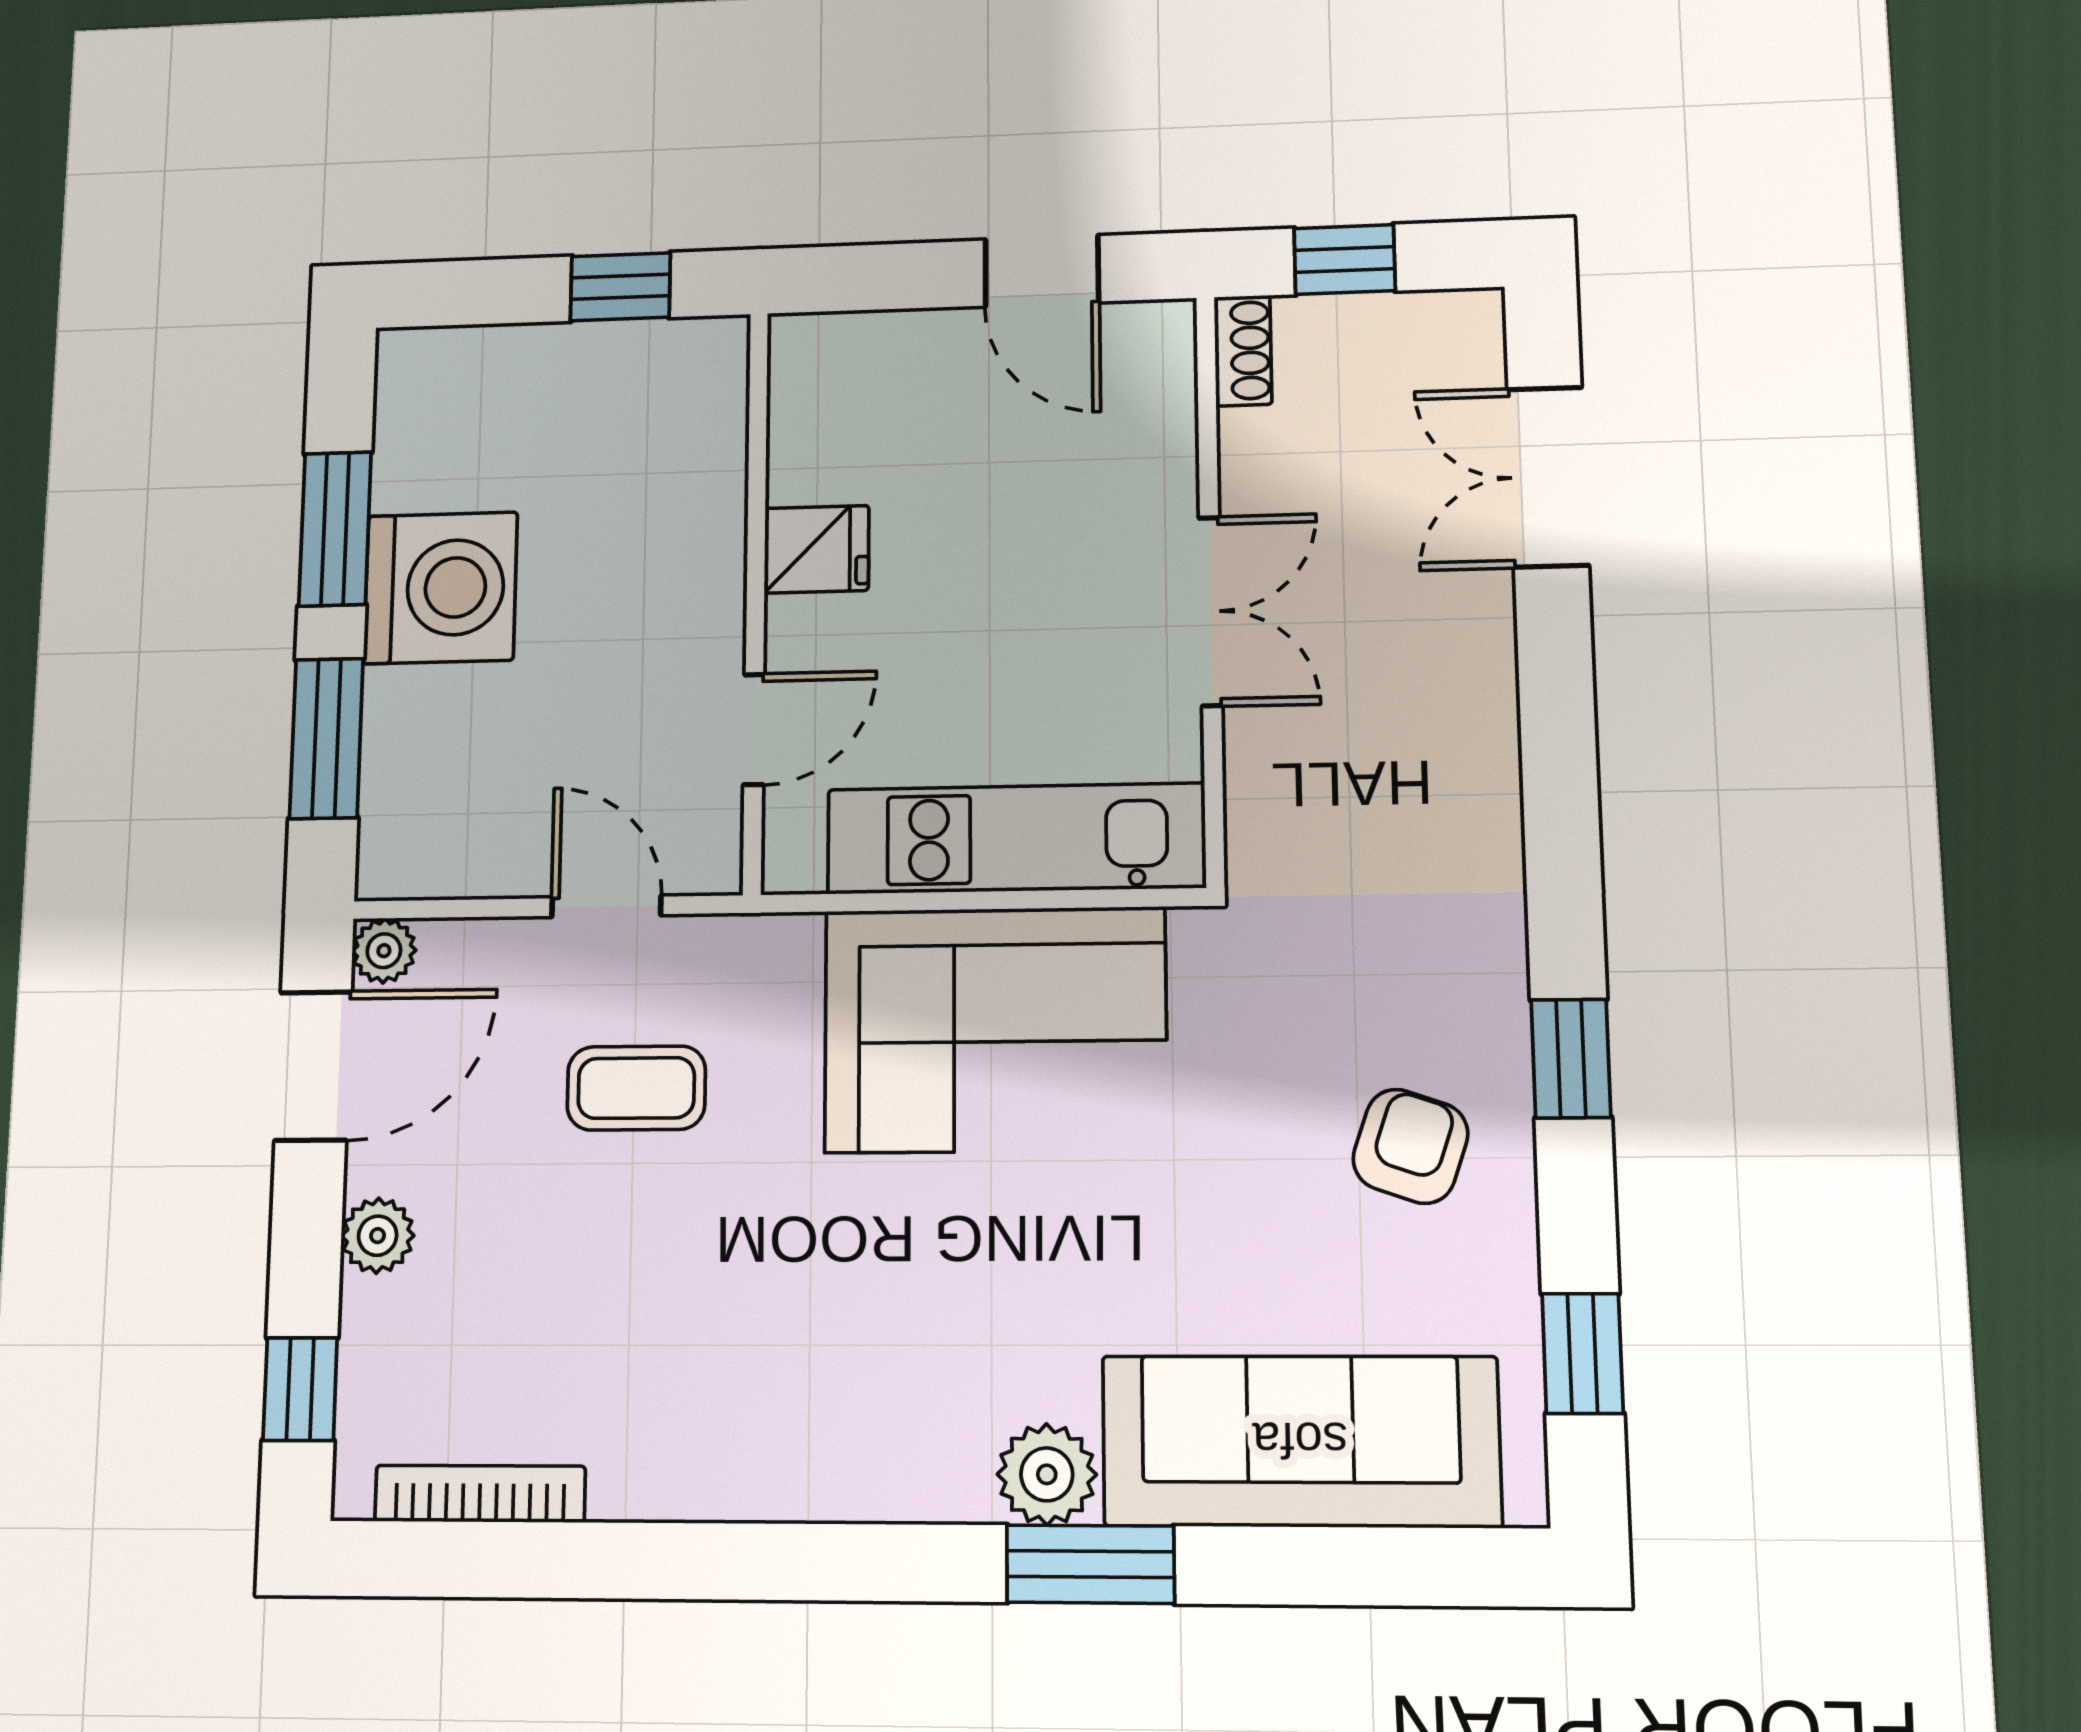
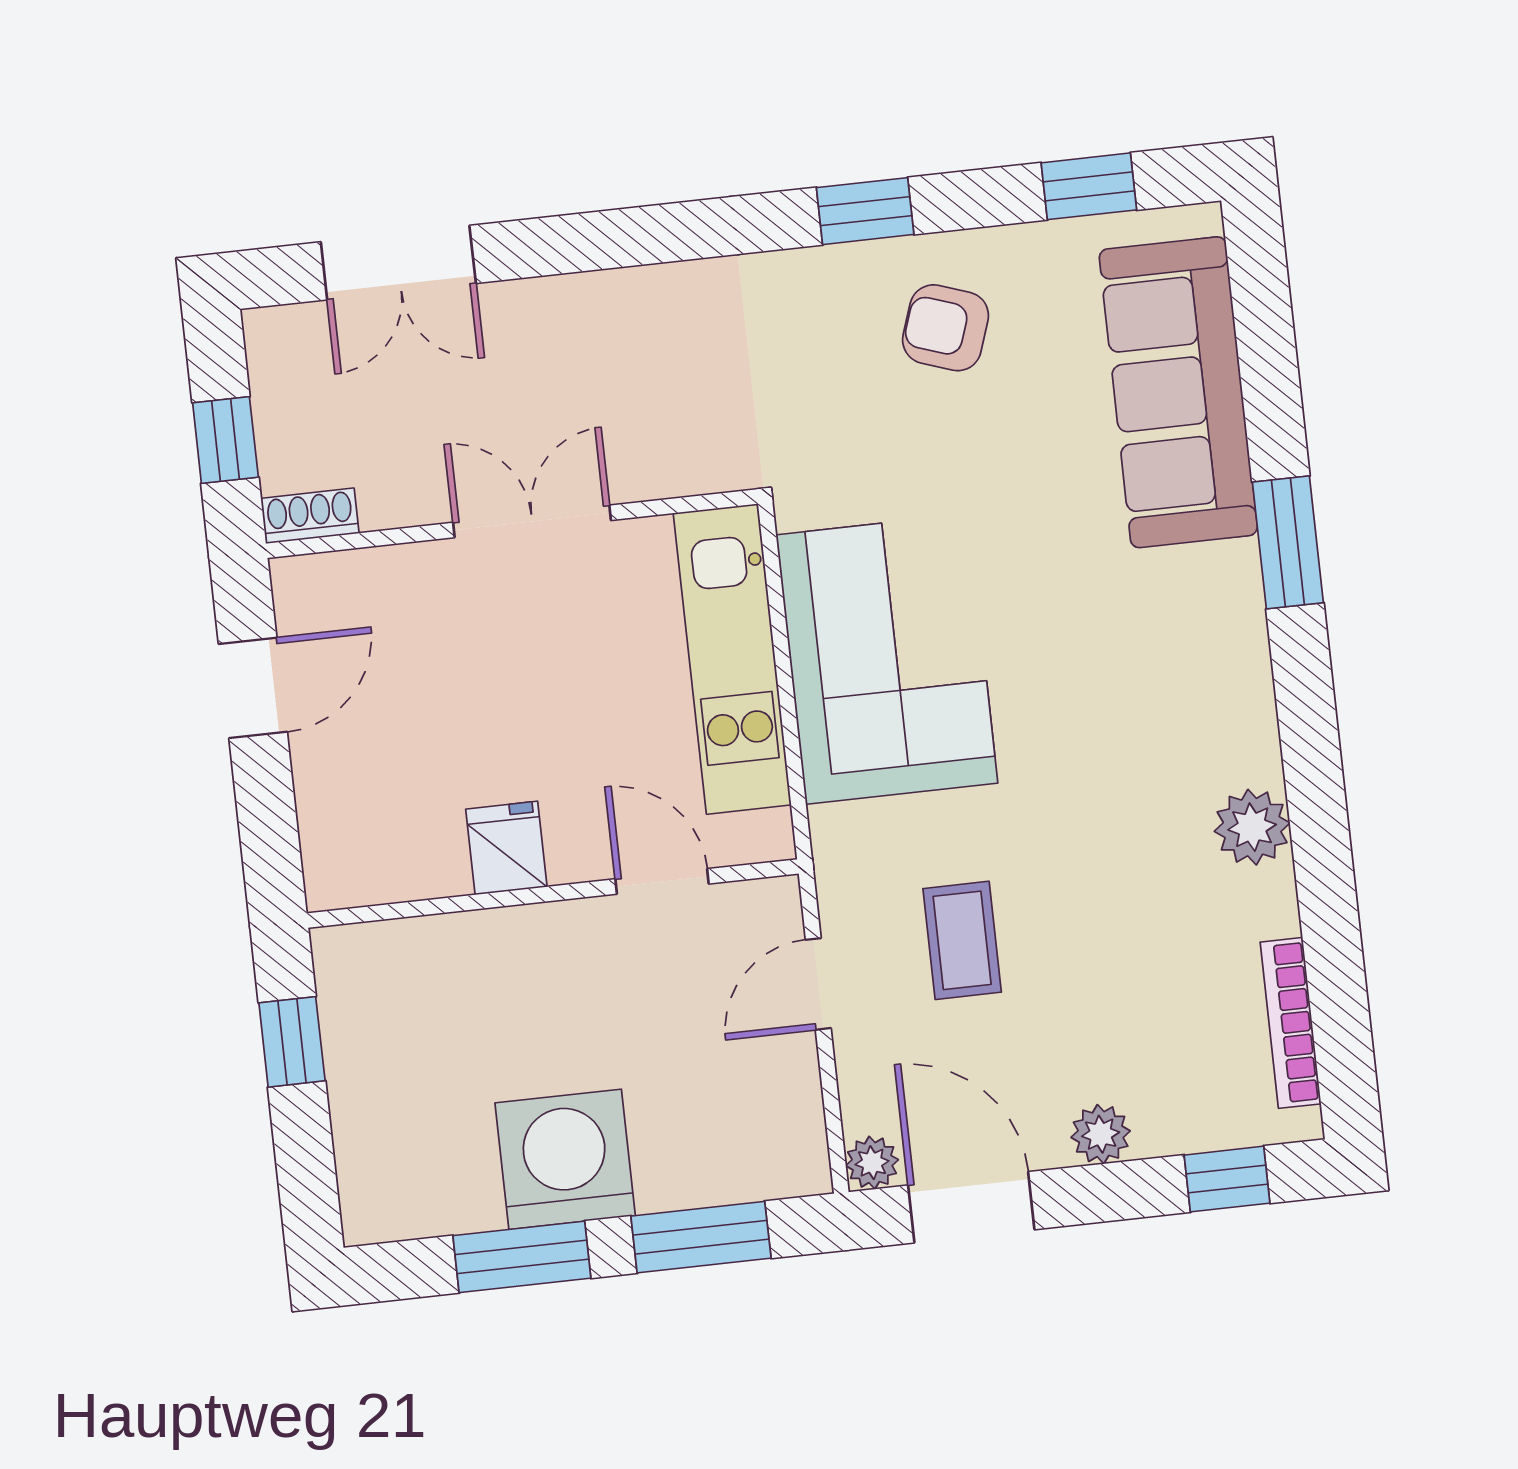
plant: (1047, 1474) -> (1252, 827), moved

